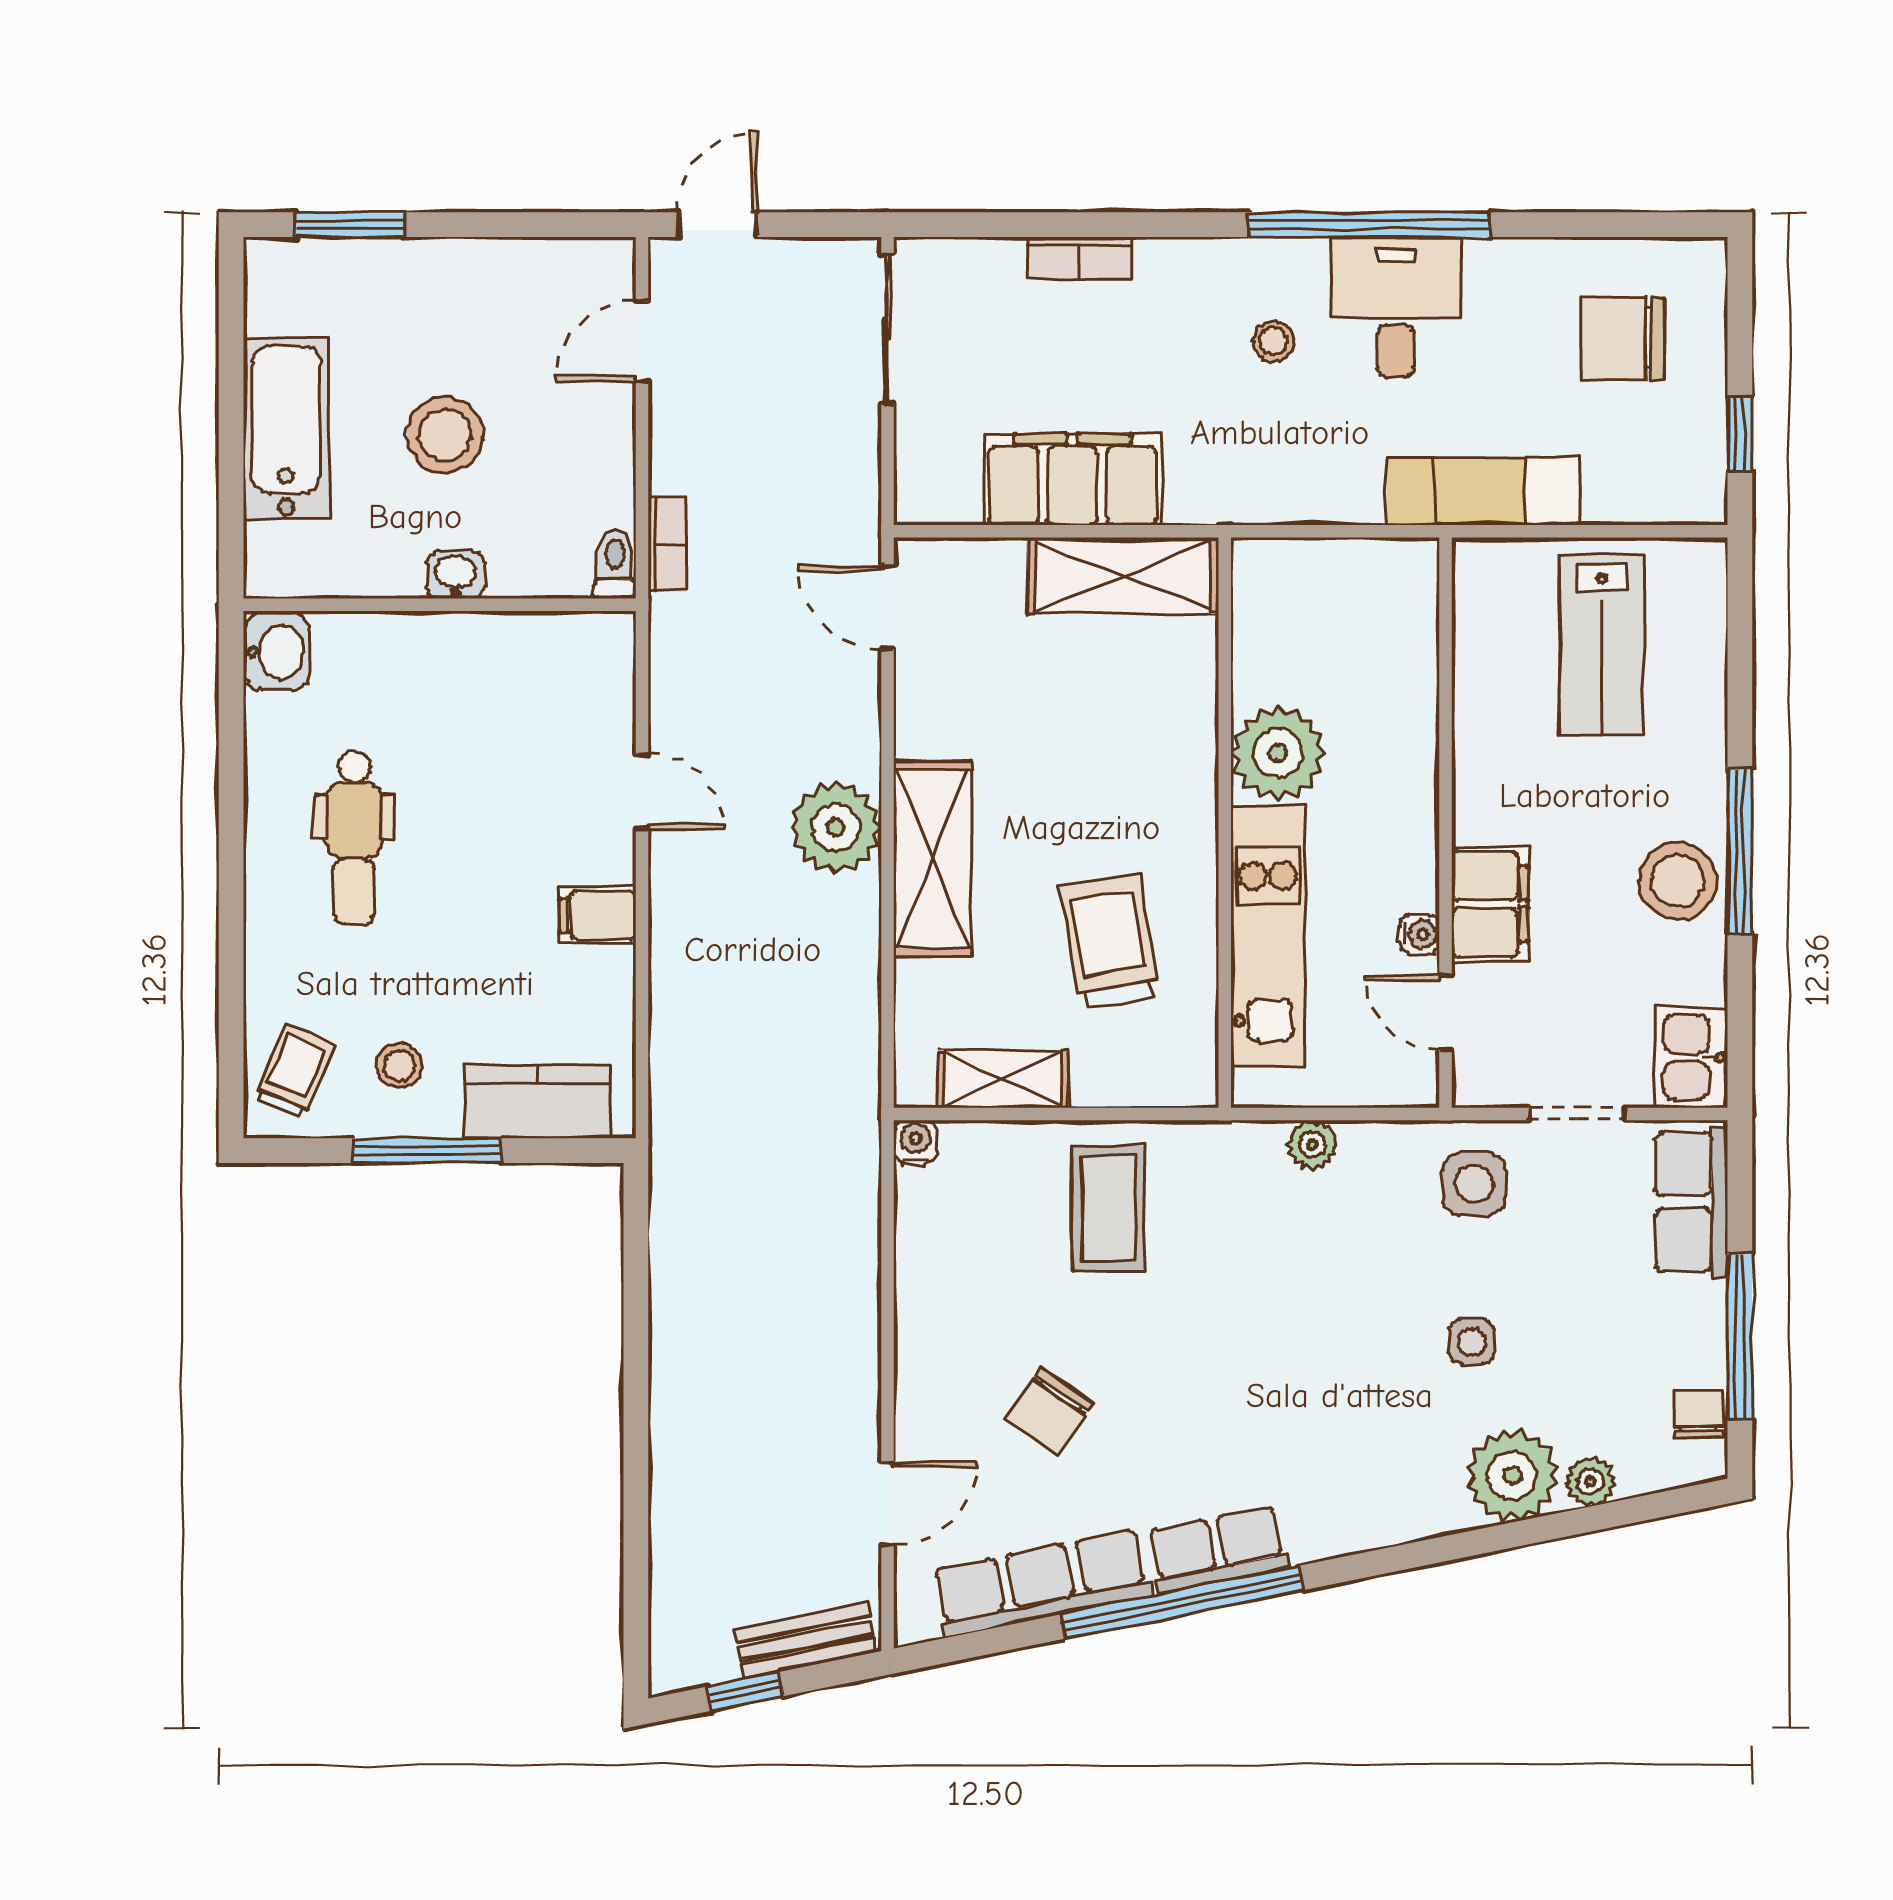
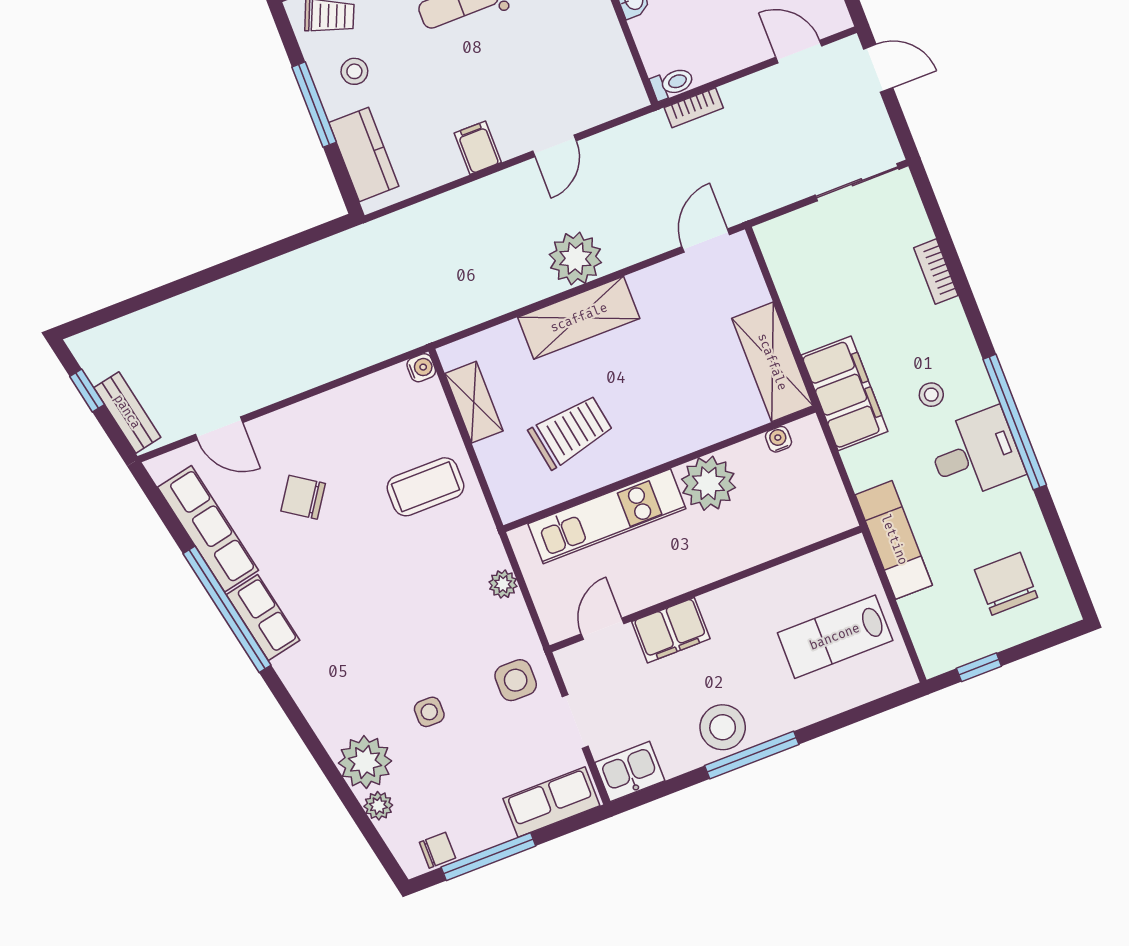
filing cabinet: (1073, 479) -> (845, 393), moved
water cooler: (1420, 934) -> (778, 439), moved, turned 180

